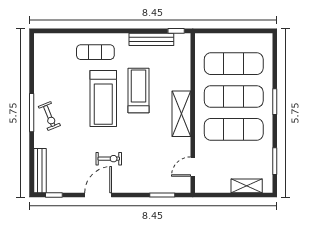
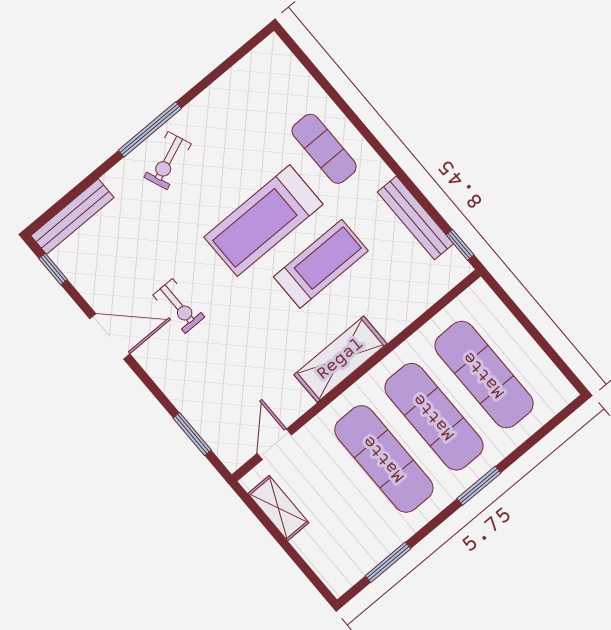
door: (193, 167) -> (274, 444), hinge flipped
shelving: (247, 186) -> (278, 508), moved

